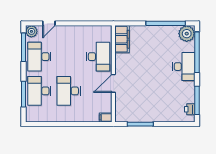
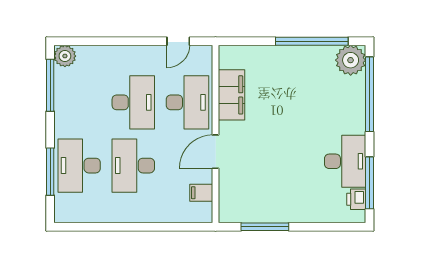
door: (49, 23) -> (178, 41), moved
filing cabinet: (122, 39) -> (232, 95), moved
desk: (39, 57) -> (133, 102), moved, turned 180
desk: (184, 67) -> (345, 161), moved
filing cabinet: (106, 117) -> (201, 193), moved

